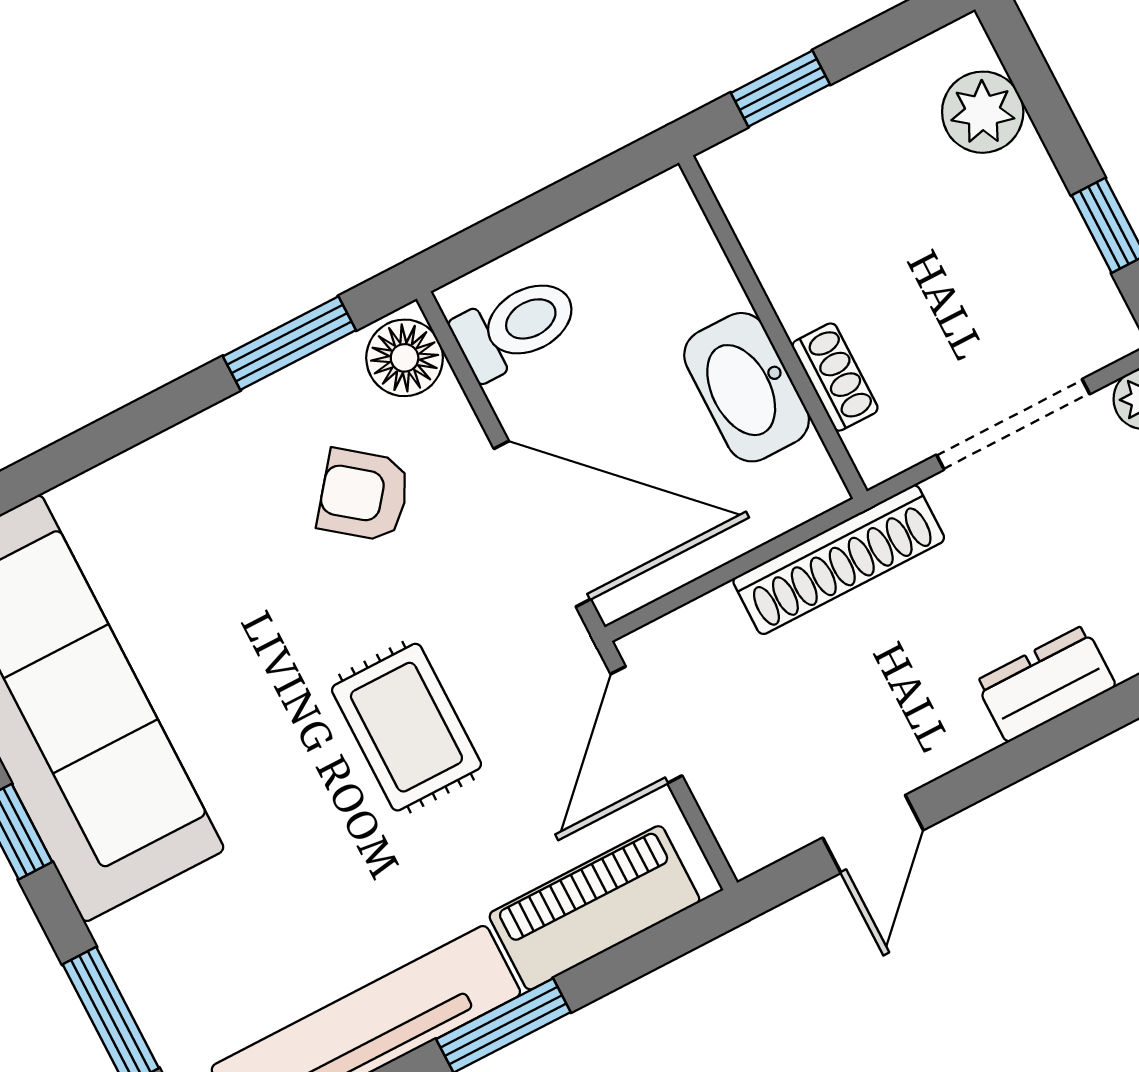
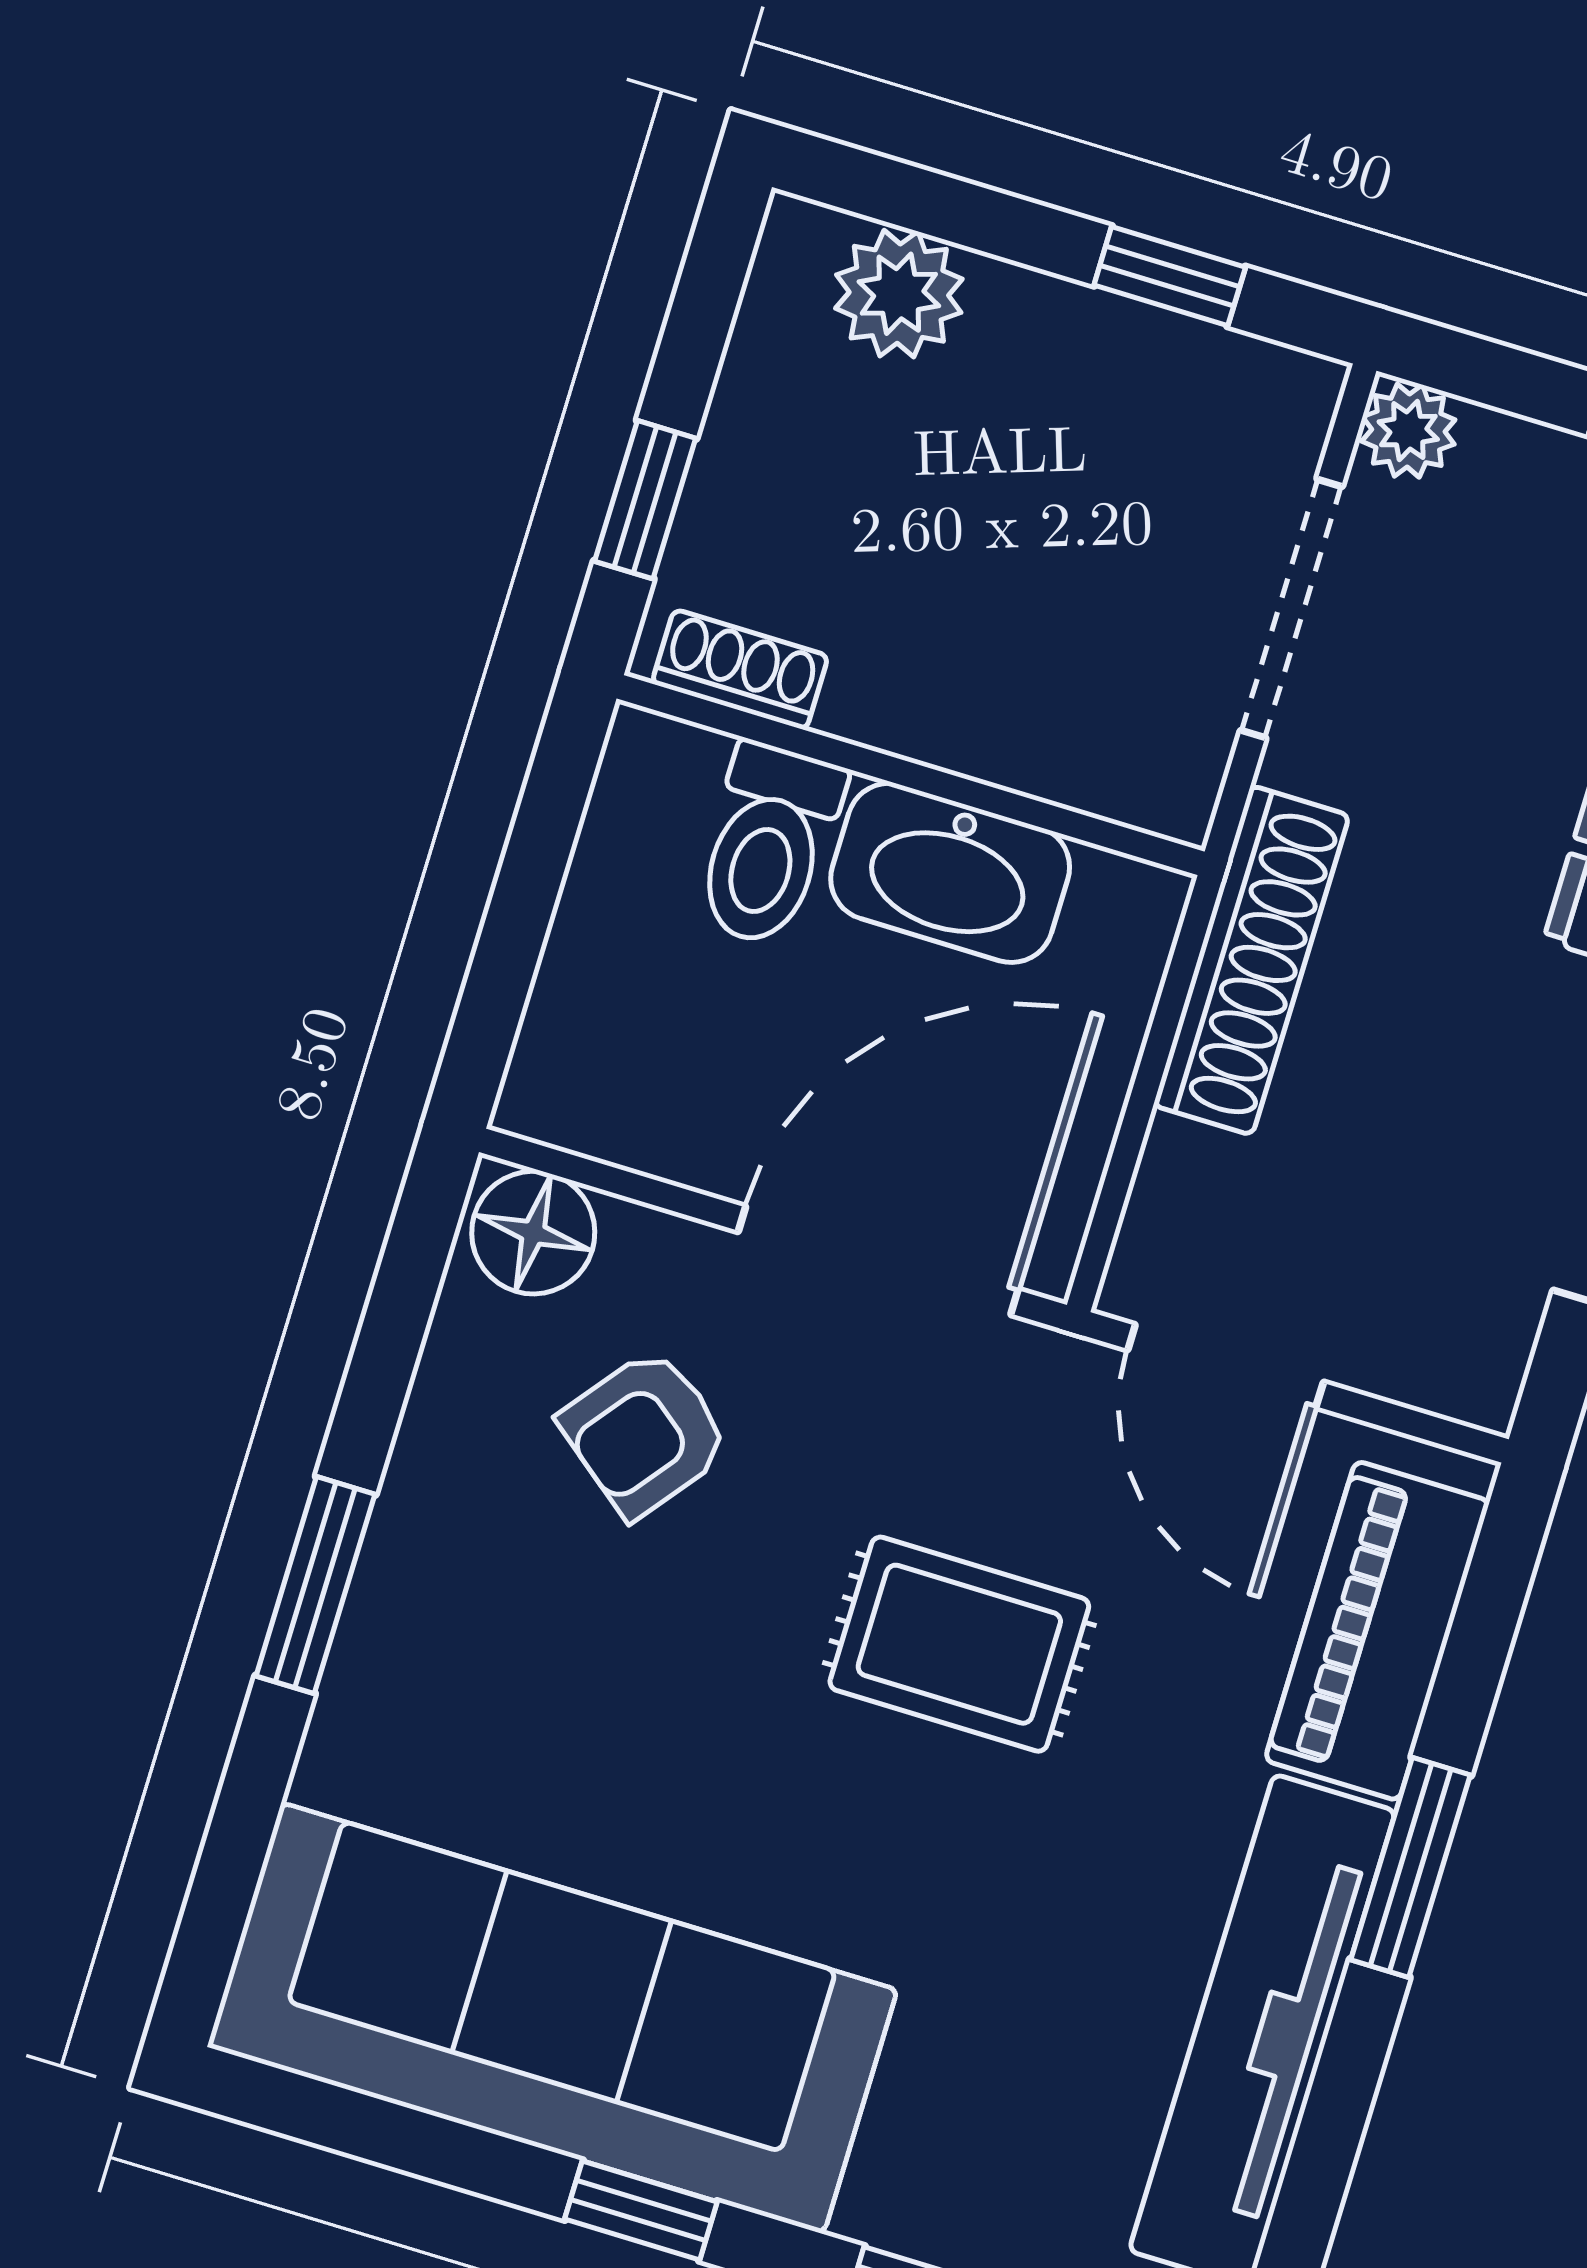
toilet: (516, 327) -> (768, 845), moved, turned 180
window: (289, 343) -> (315, 1585), moved
shoe rack: (835, 377) -> (740, 670), moved

